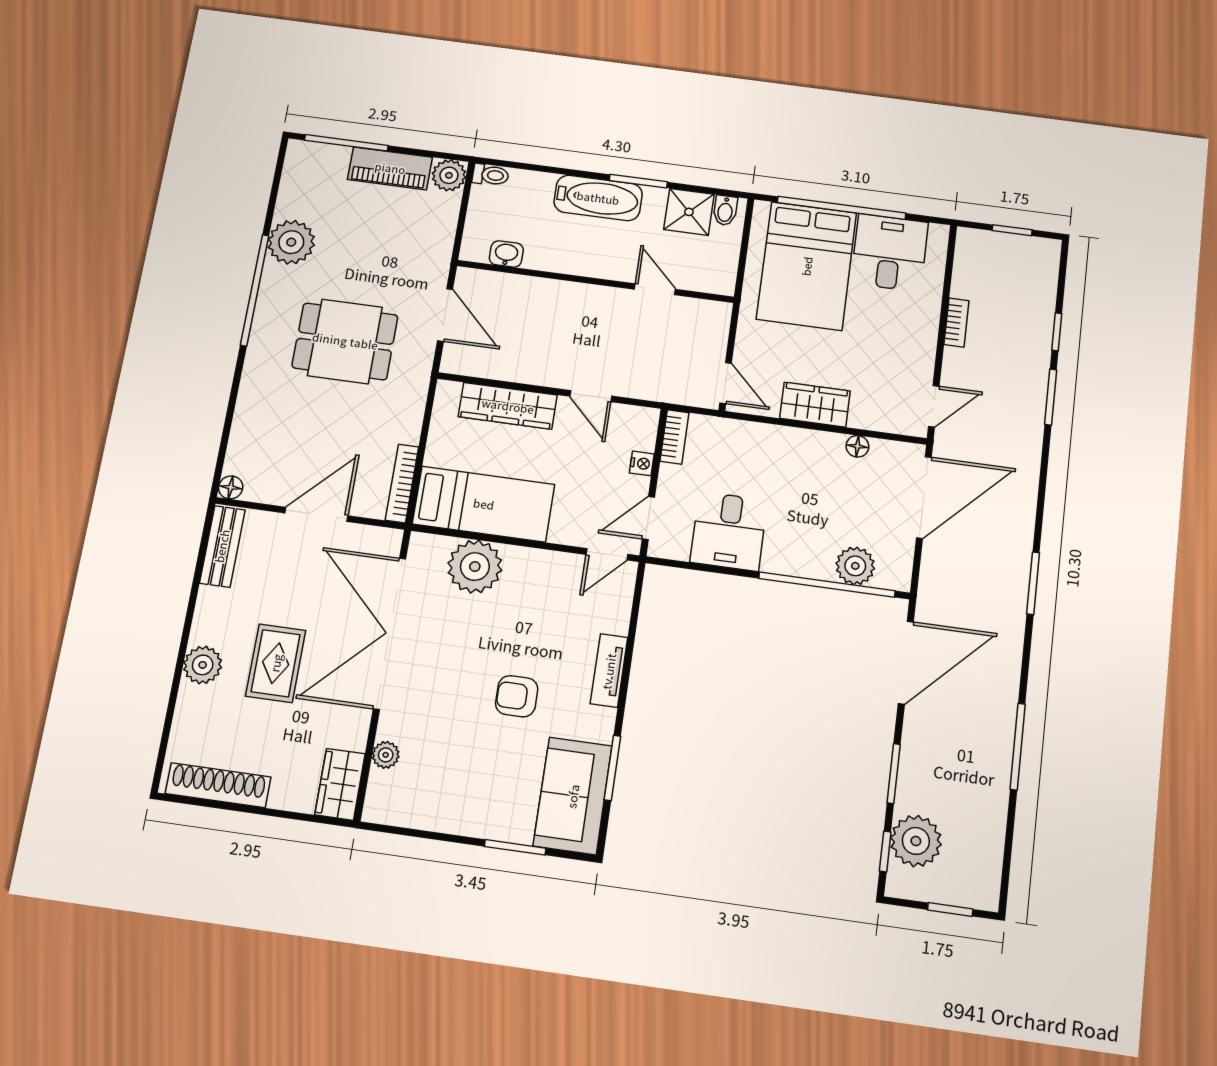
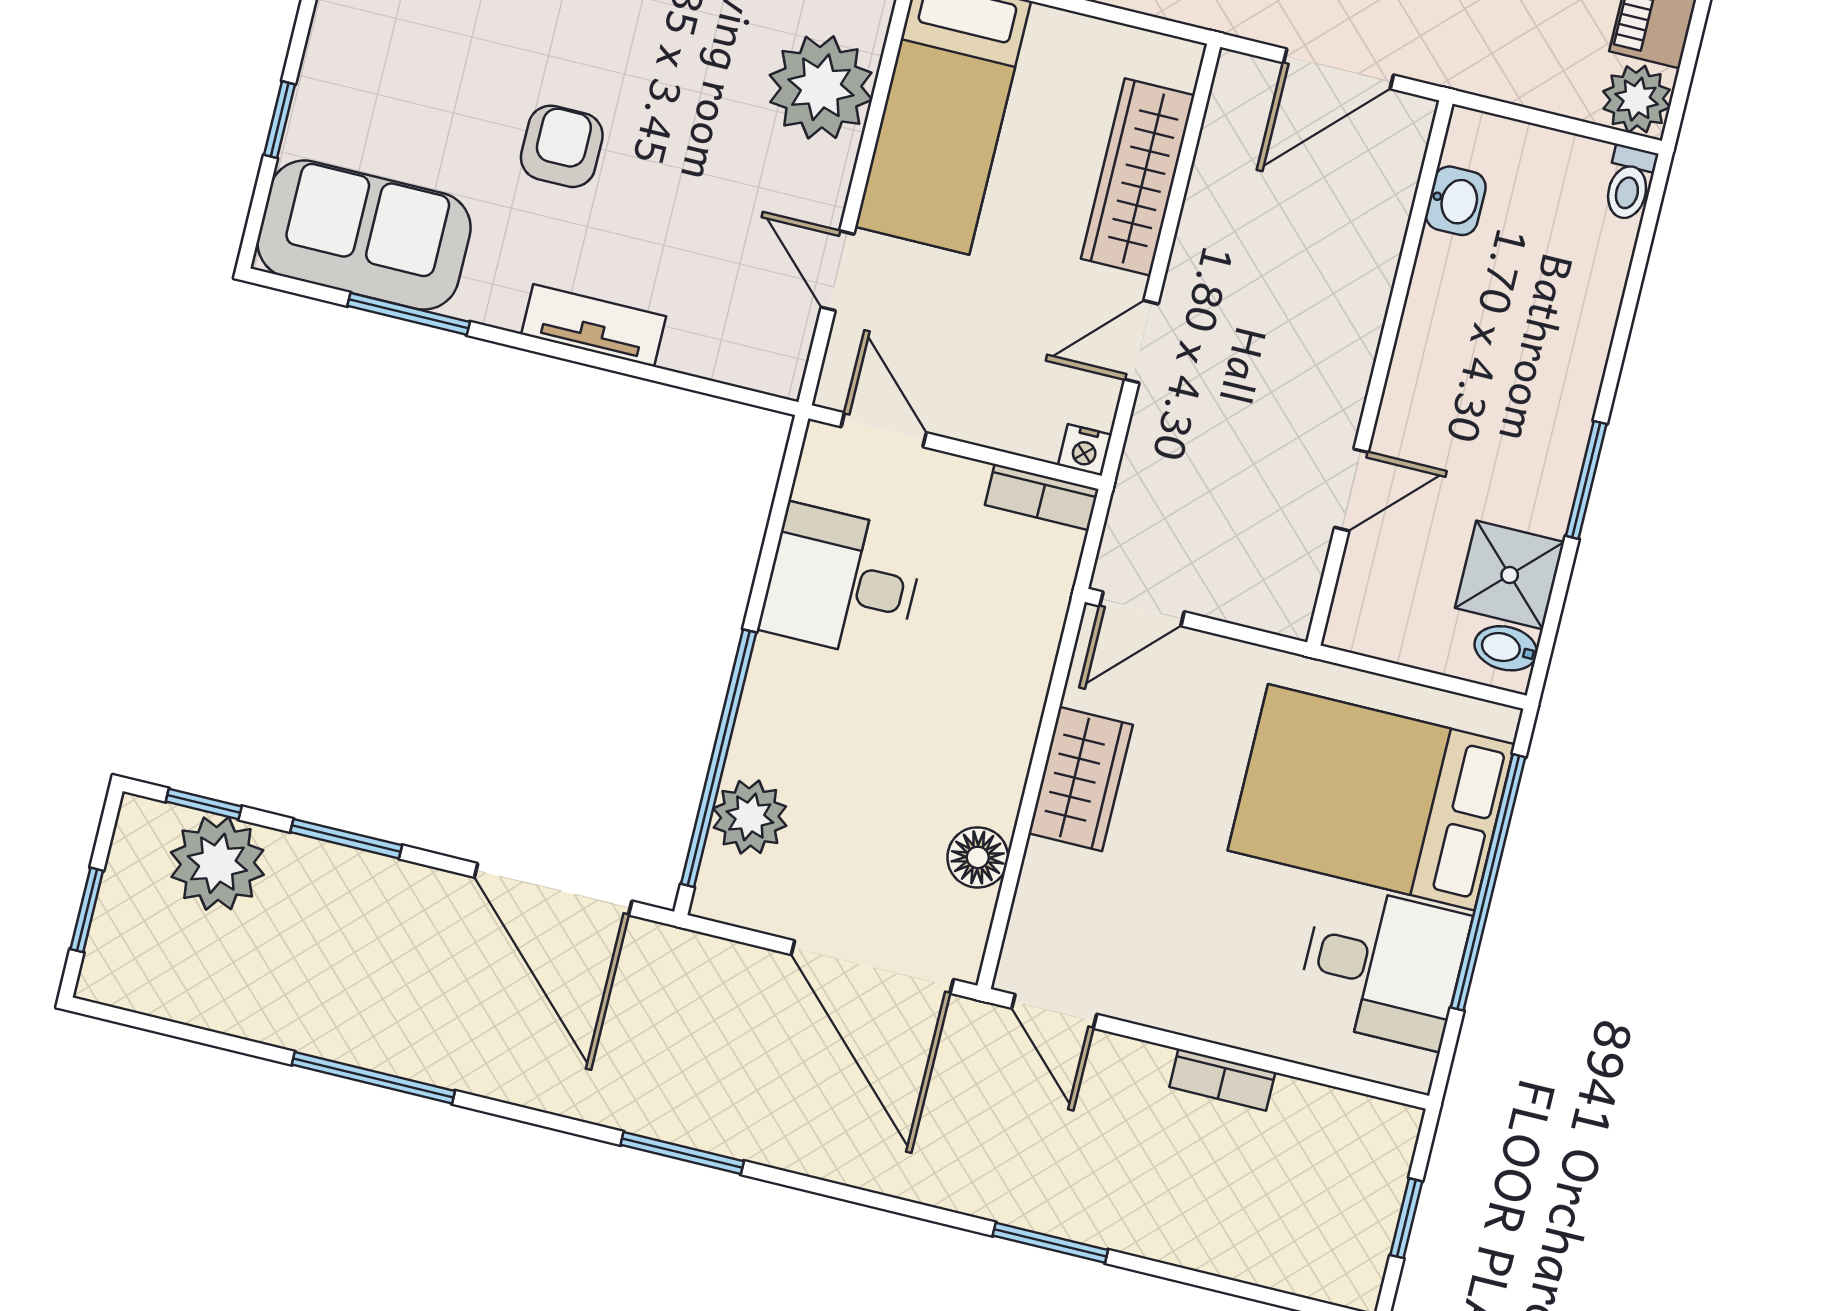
bathtub: (598, 198) -> (1558, 395), removed
window: (1057, 332) -> (1183, 1275), removed
floor lamp: (857, 446) -> (978, 857), width x1.37, depth x1.37
nightstand: (642, 463) -> (1085, 450), moved
door: (607, 554) -> (837, 271), moved
window: (515, 847) -> (279, 120), width x0.67

